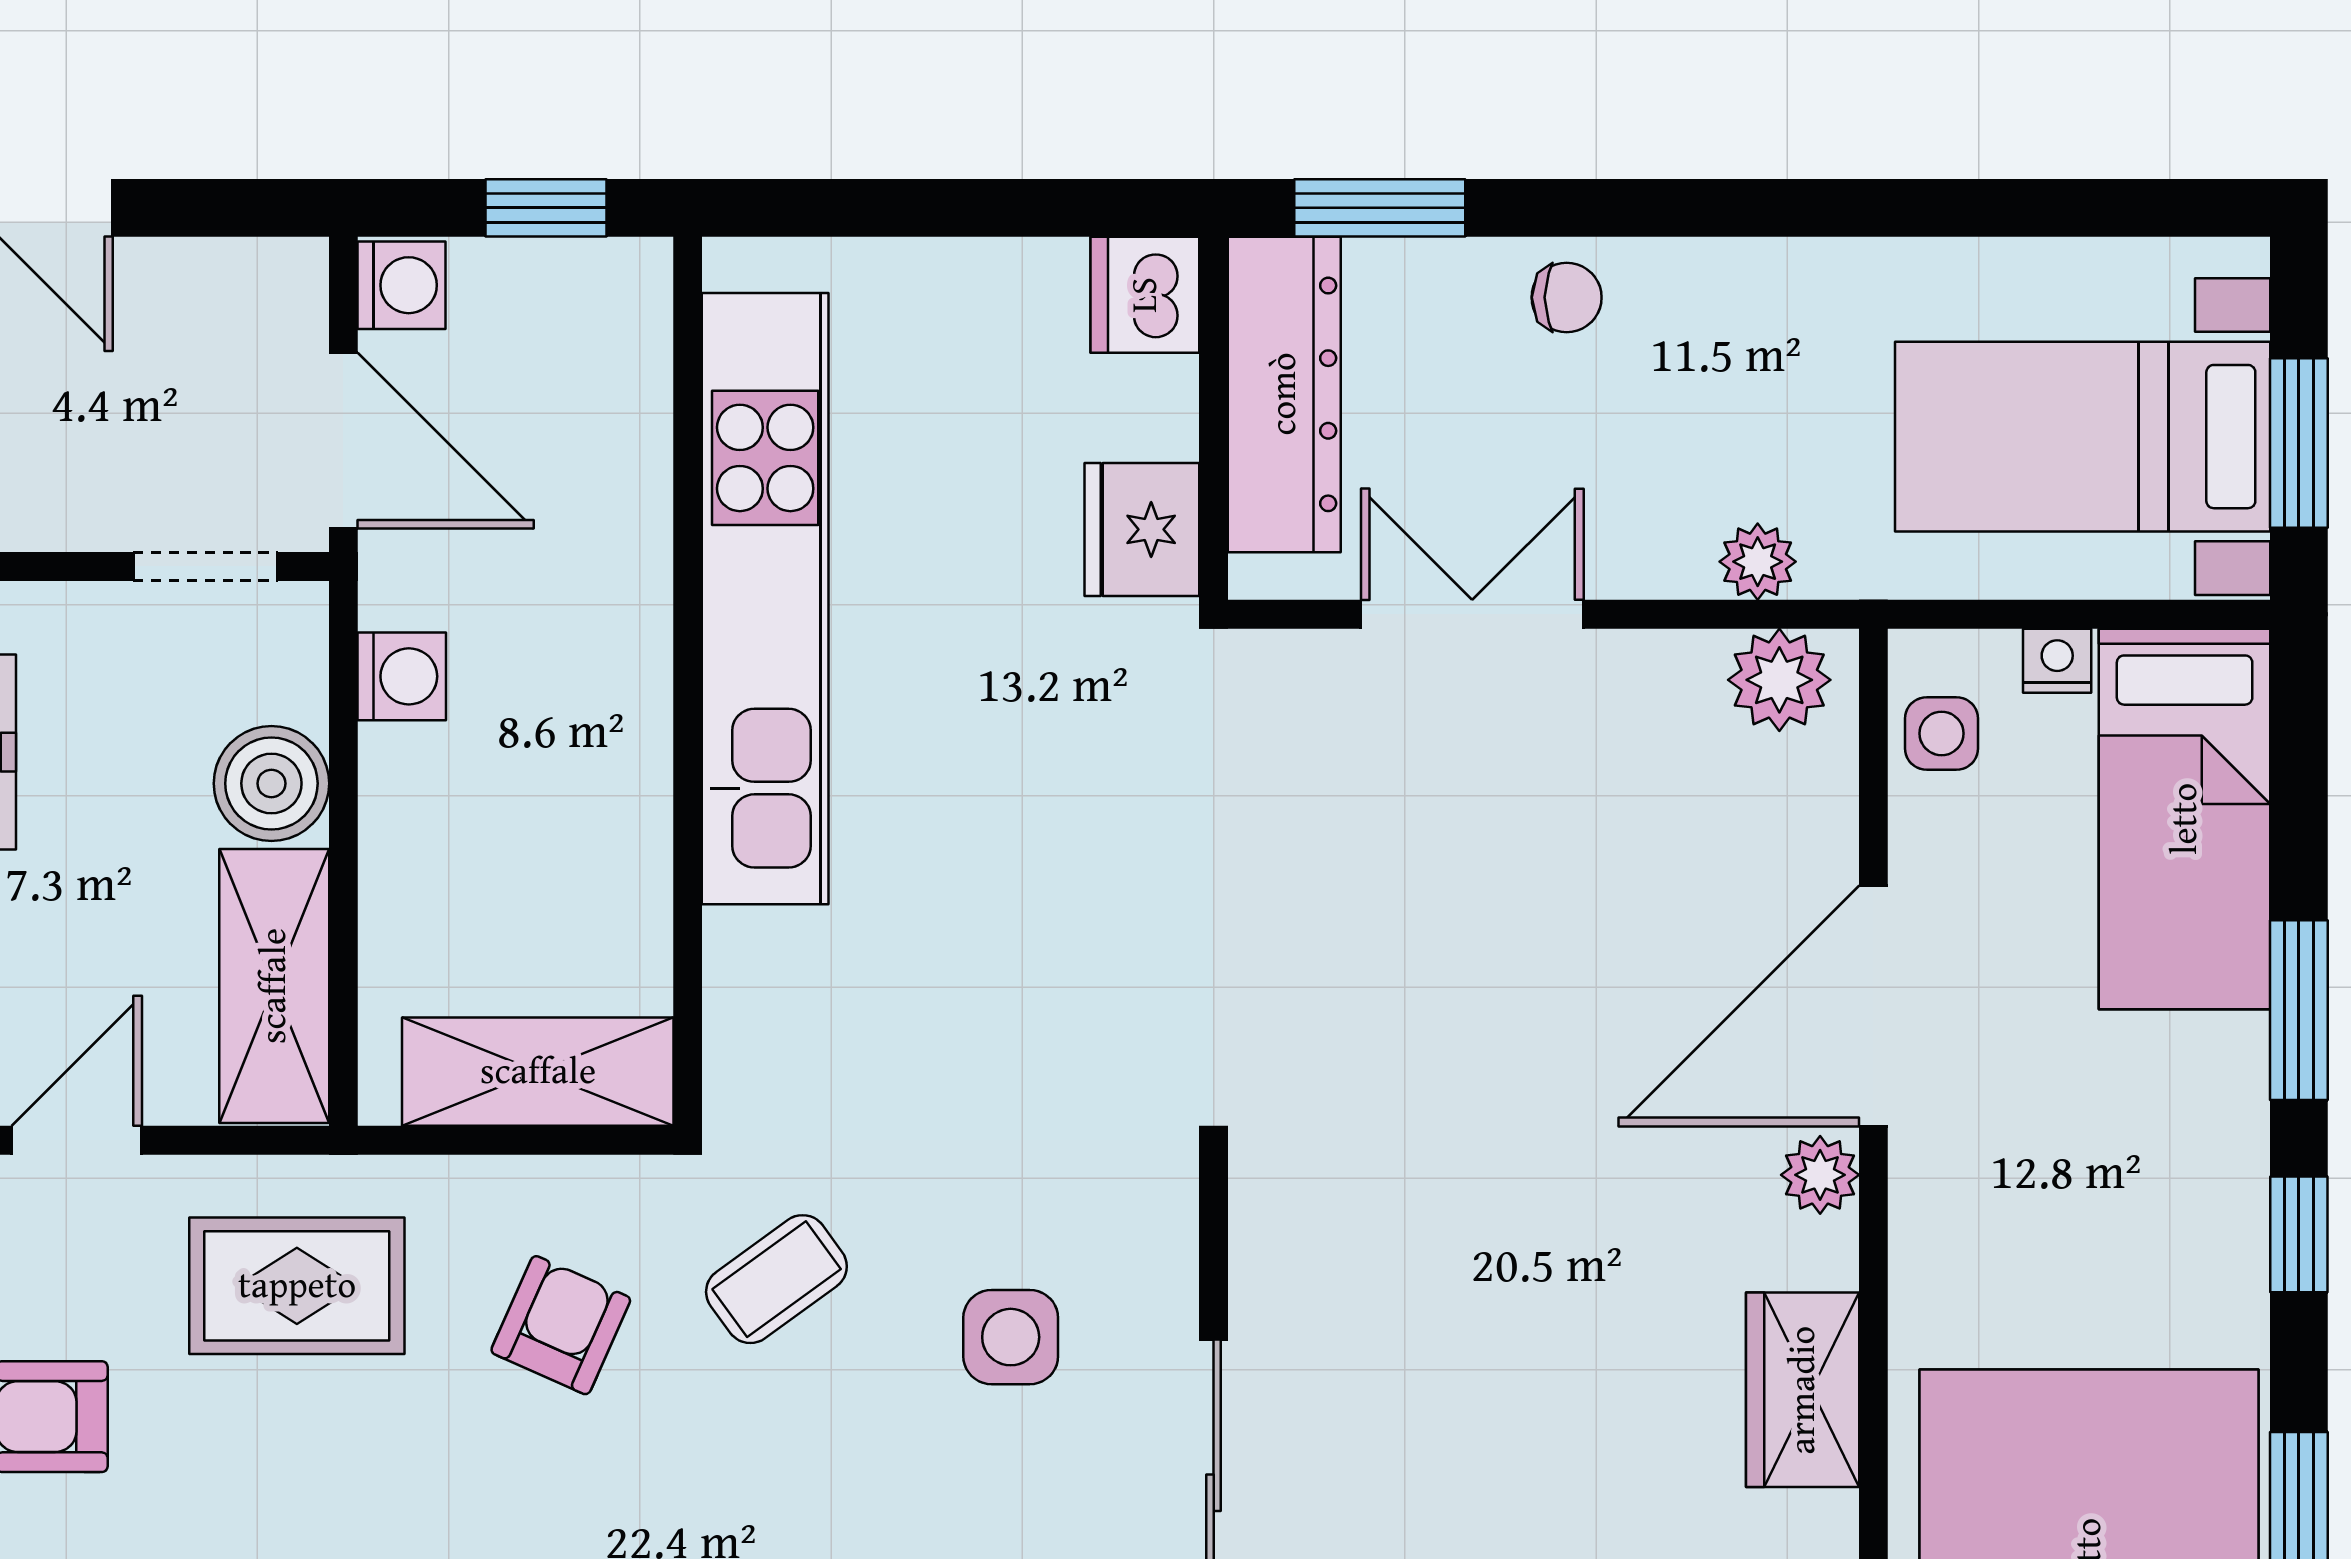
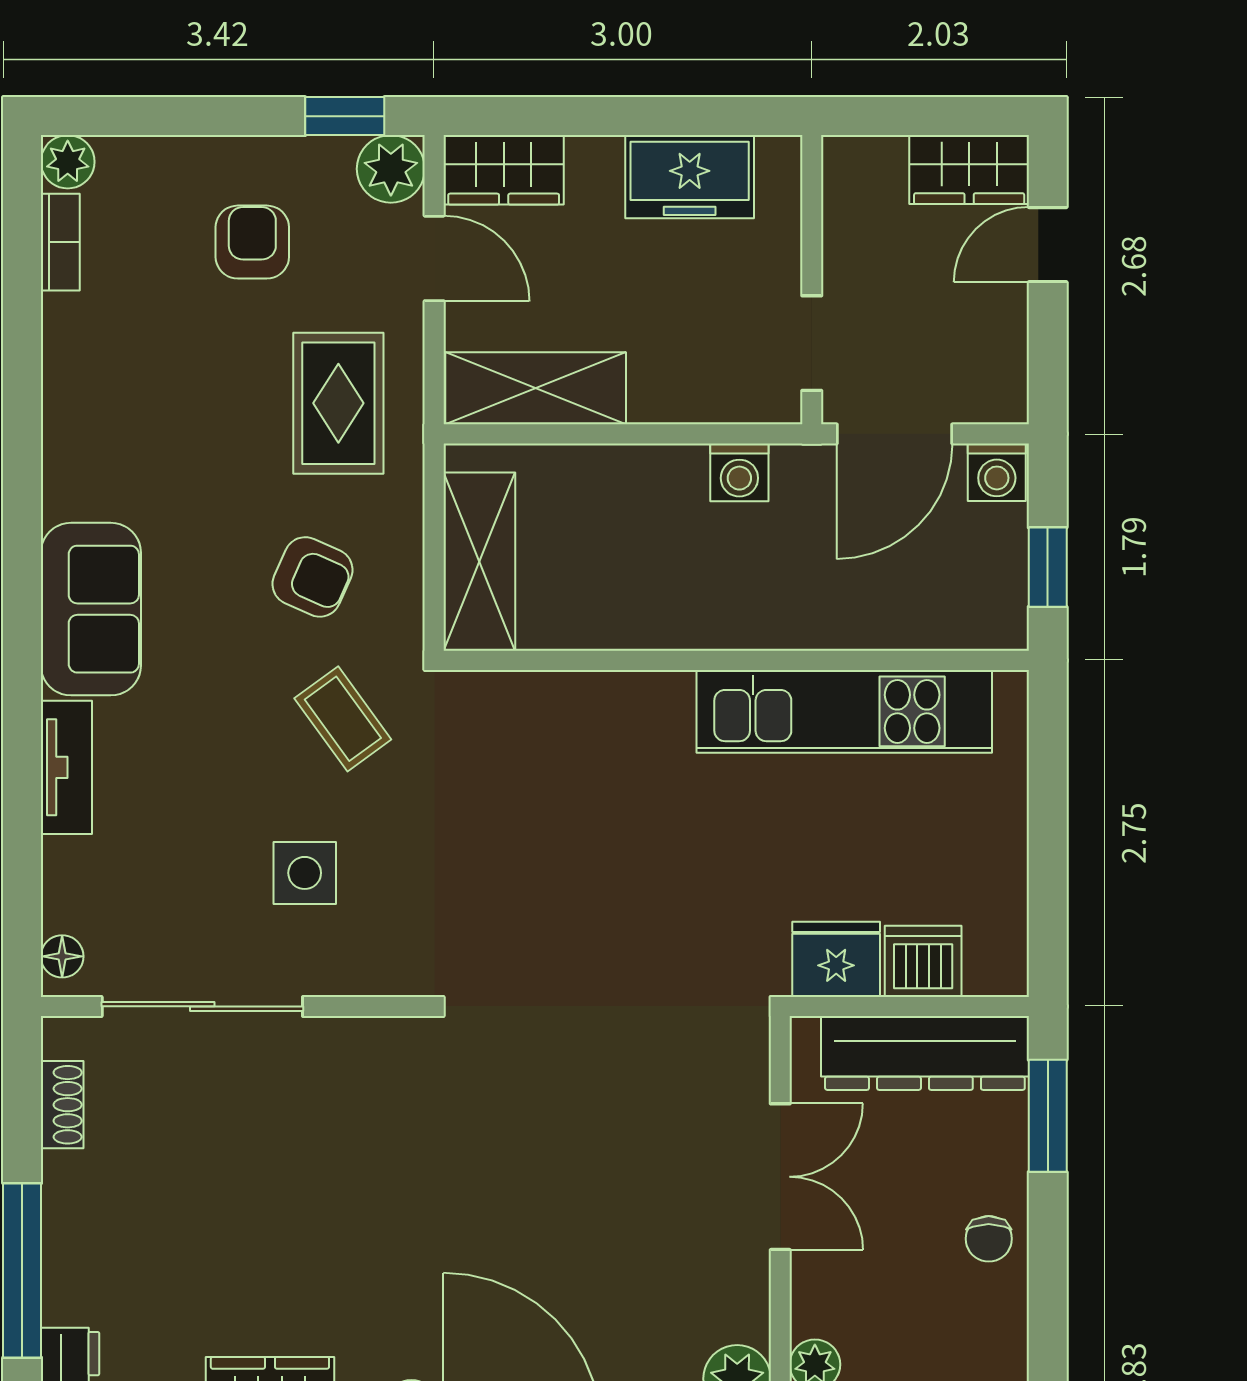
dishwasher: (1145, 295) -> (923, 961), moved
kitchen unit: (765, 599) -> (844, 711), width x0.73
boiler: (271, 783) -> (669, 387), removed

